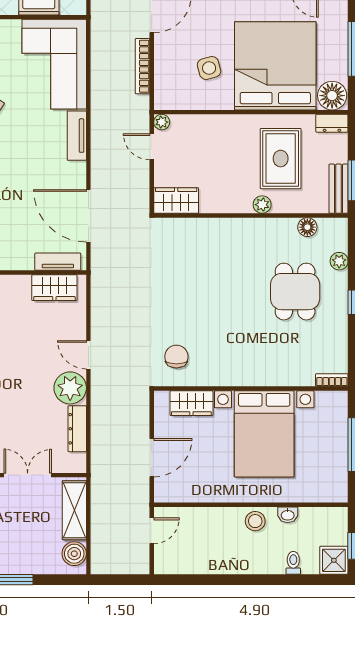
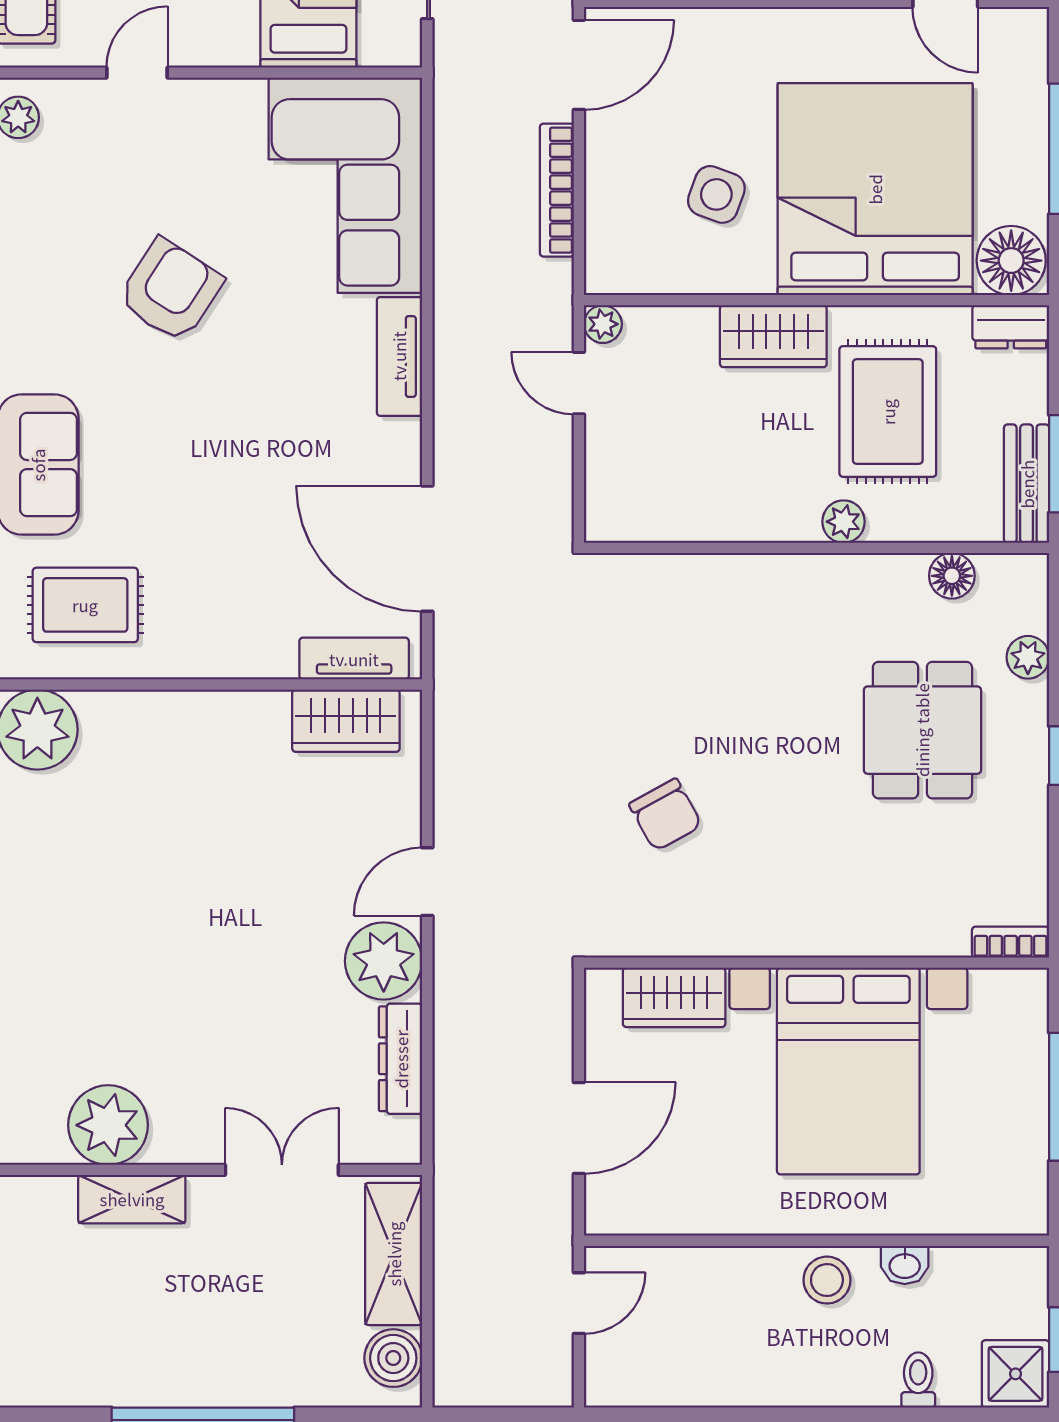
side table: (209, 68) -> (716, 194), turned 35
wardrobe: (176, 200) -> (773, 336), moved, turned 180
door: (88, 355) -> (427, 882), hinge flipped
chair: (176, 357) -> (666, 815), moved, turned 151

